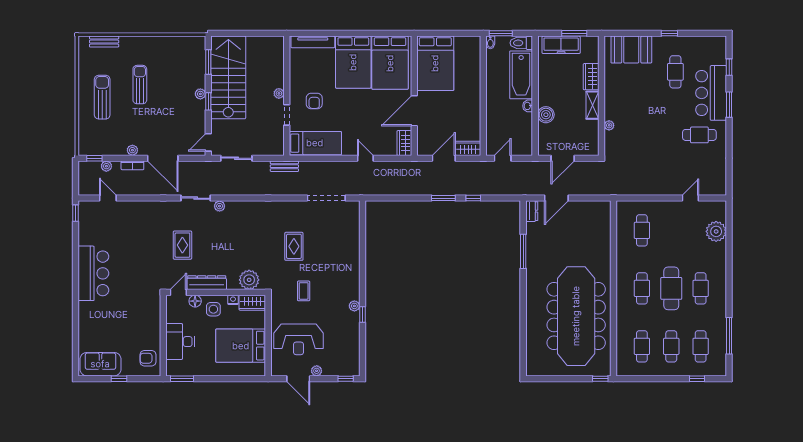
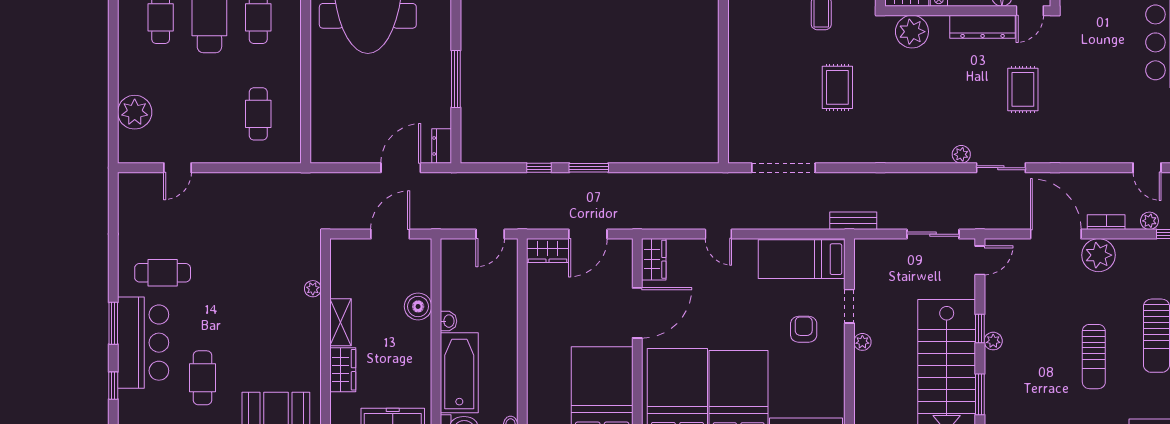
plant: (132, 150) -> (1099, 255), width x1.88, depth x1.88

